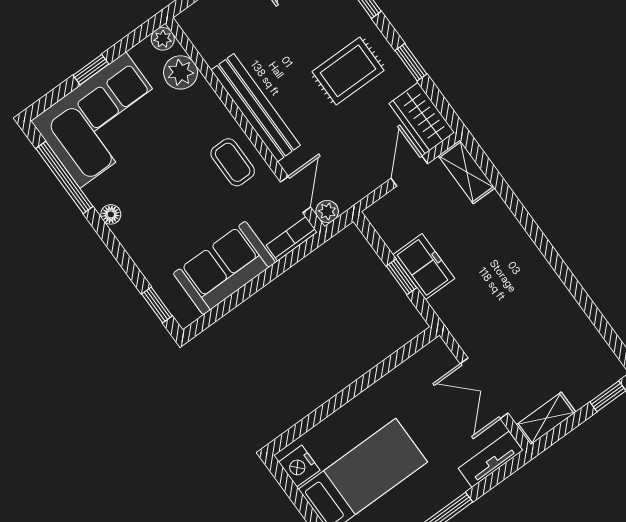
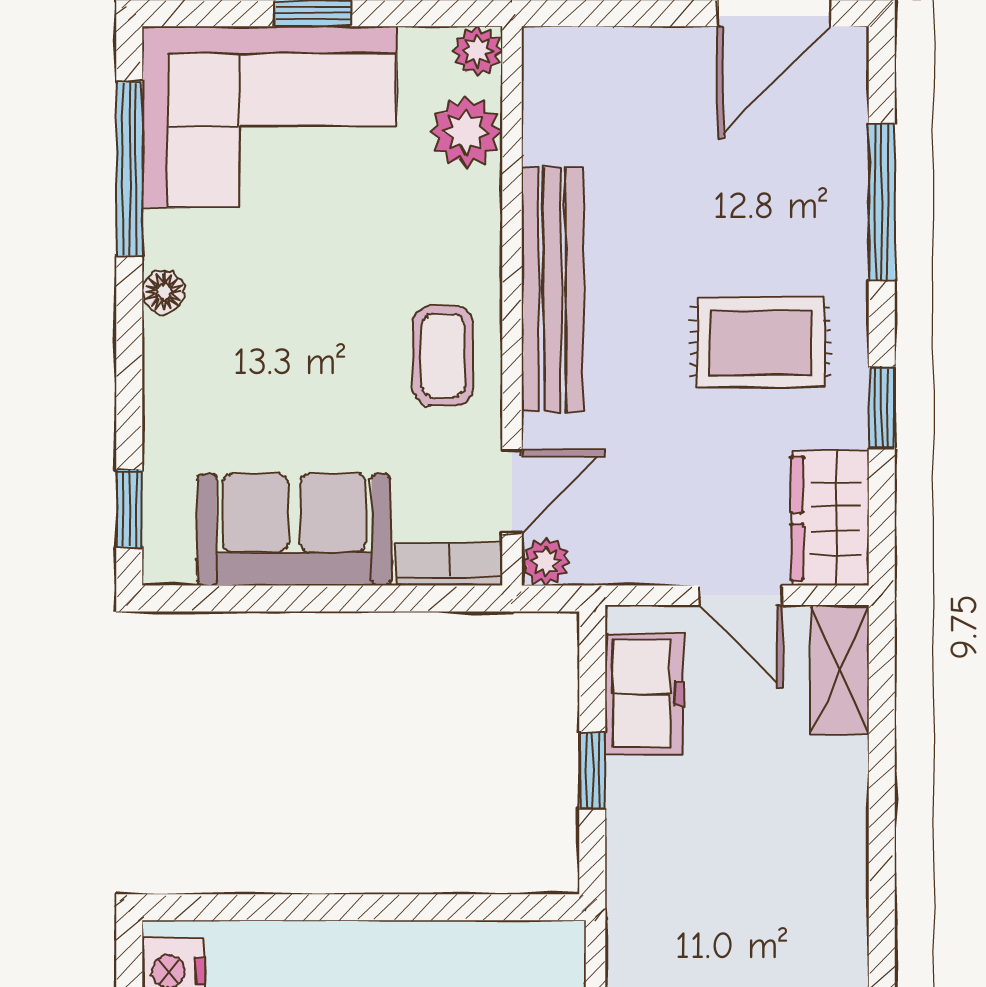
door: (409, 171) -> (741, 595), swing flipped
freezer: (424, 267) -> (644, 694), moved

